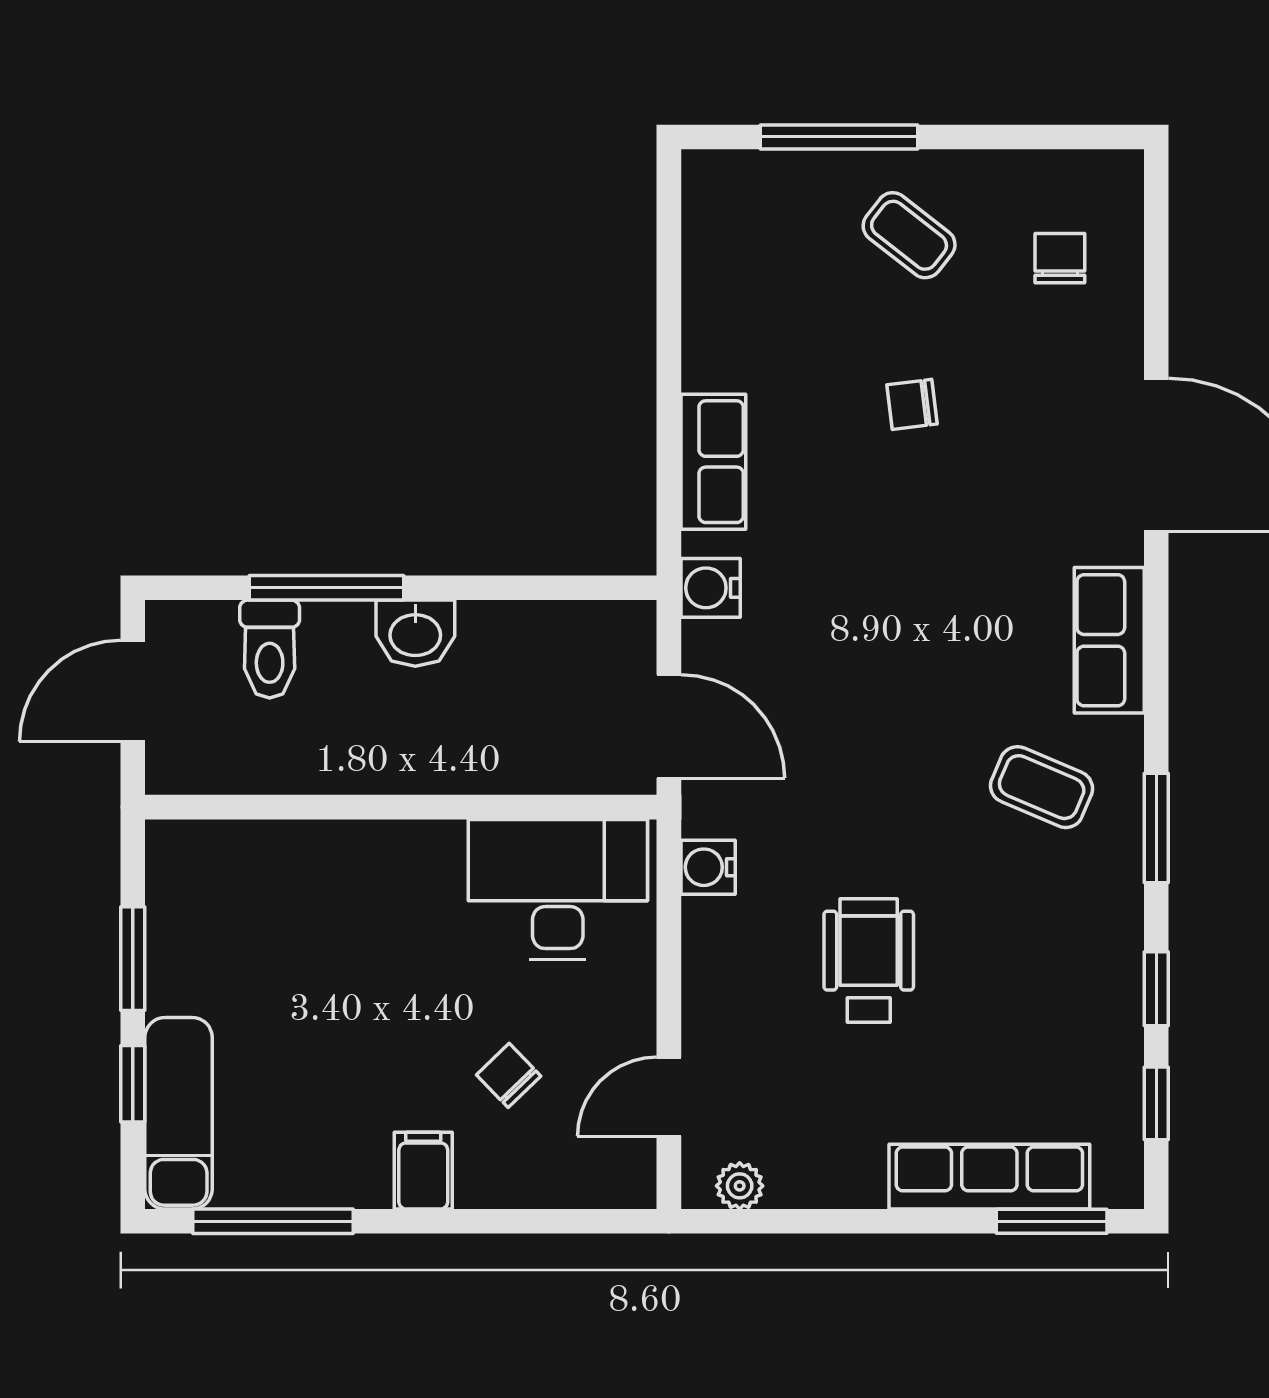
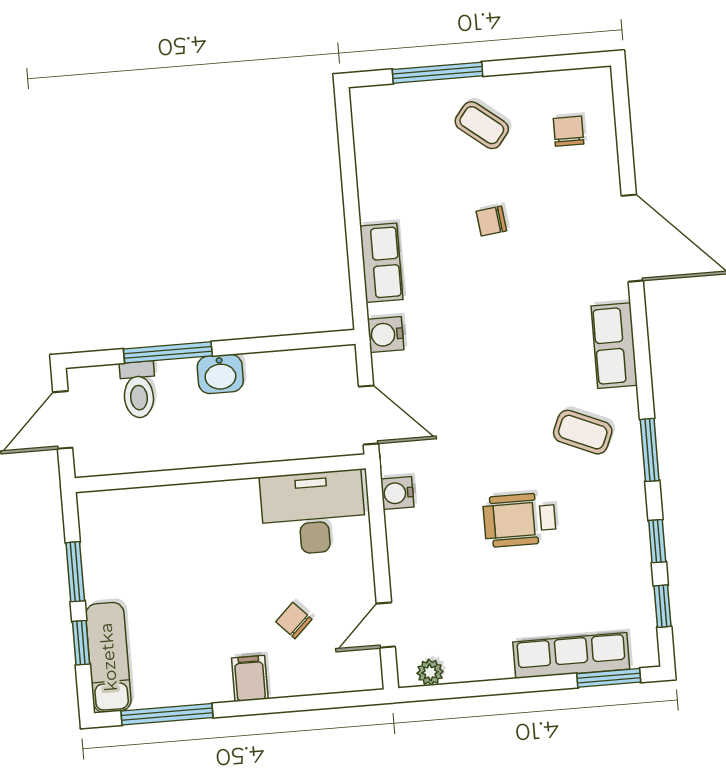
wheelchair: (869, 961) -> (520, 520), moved, turned -90

